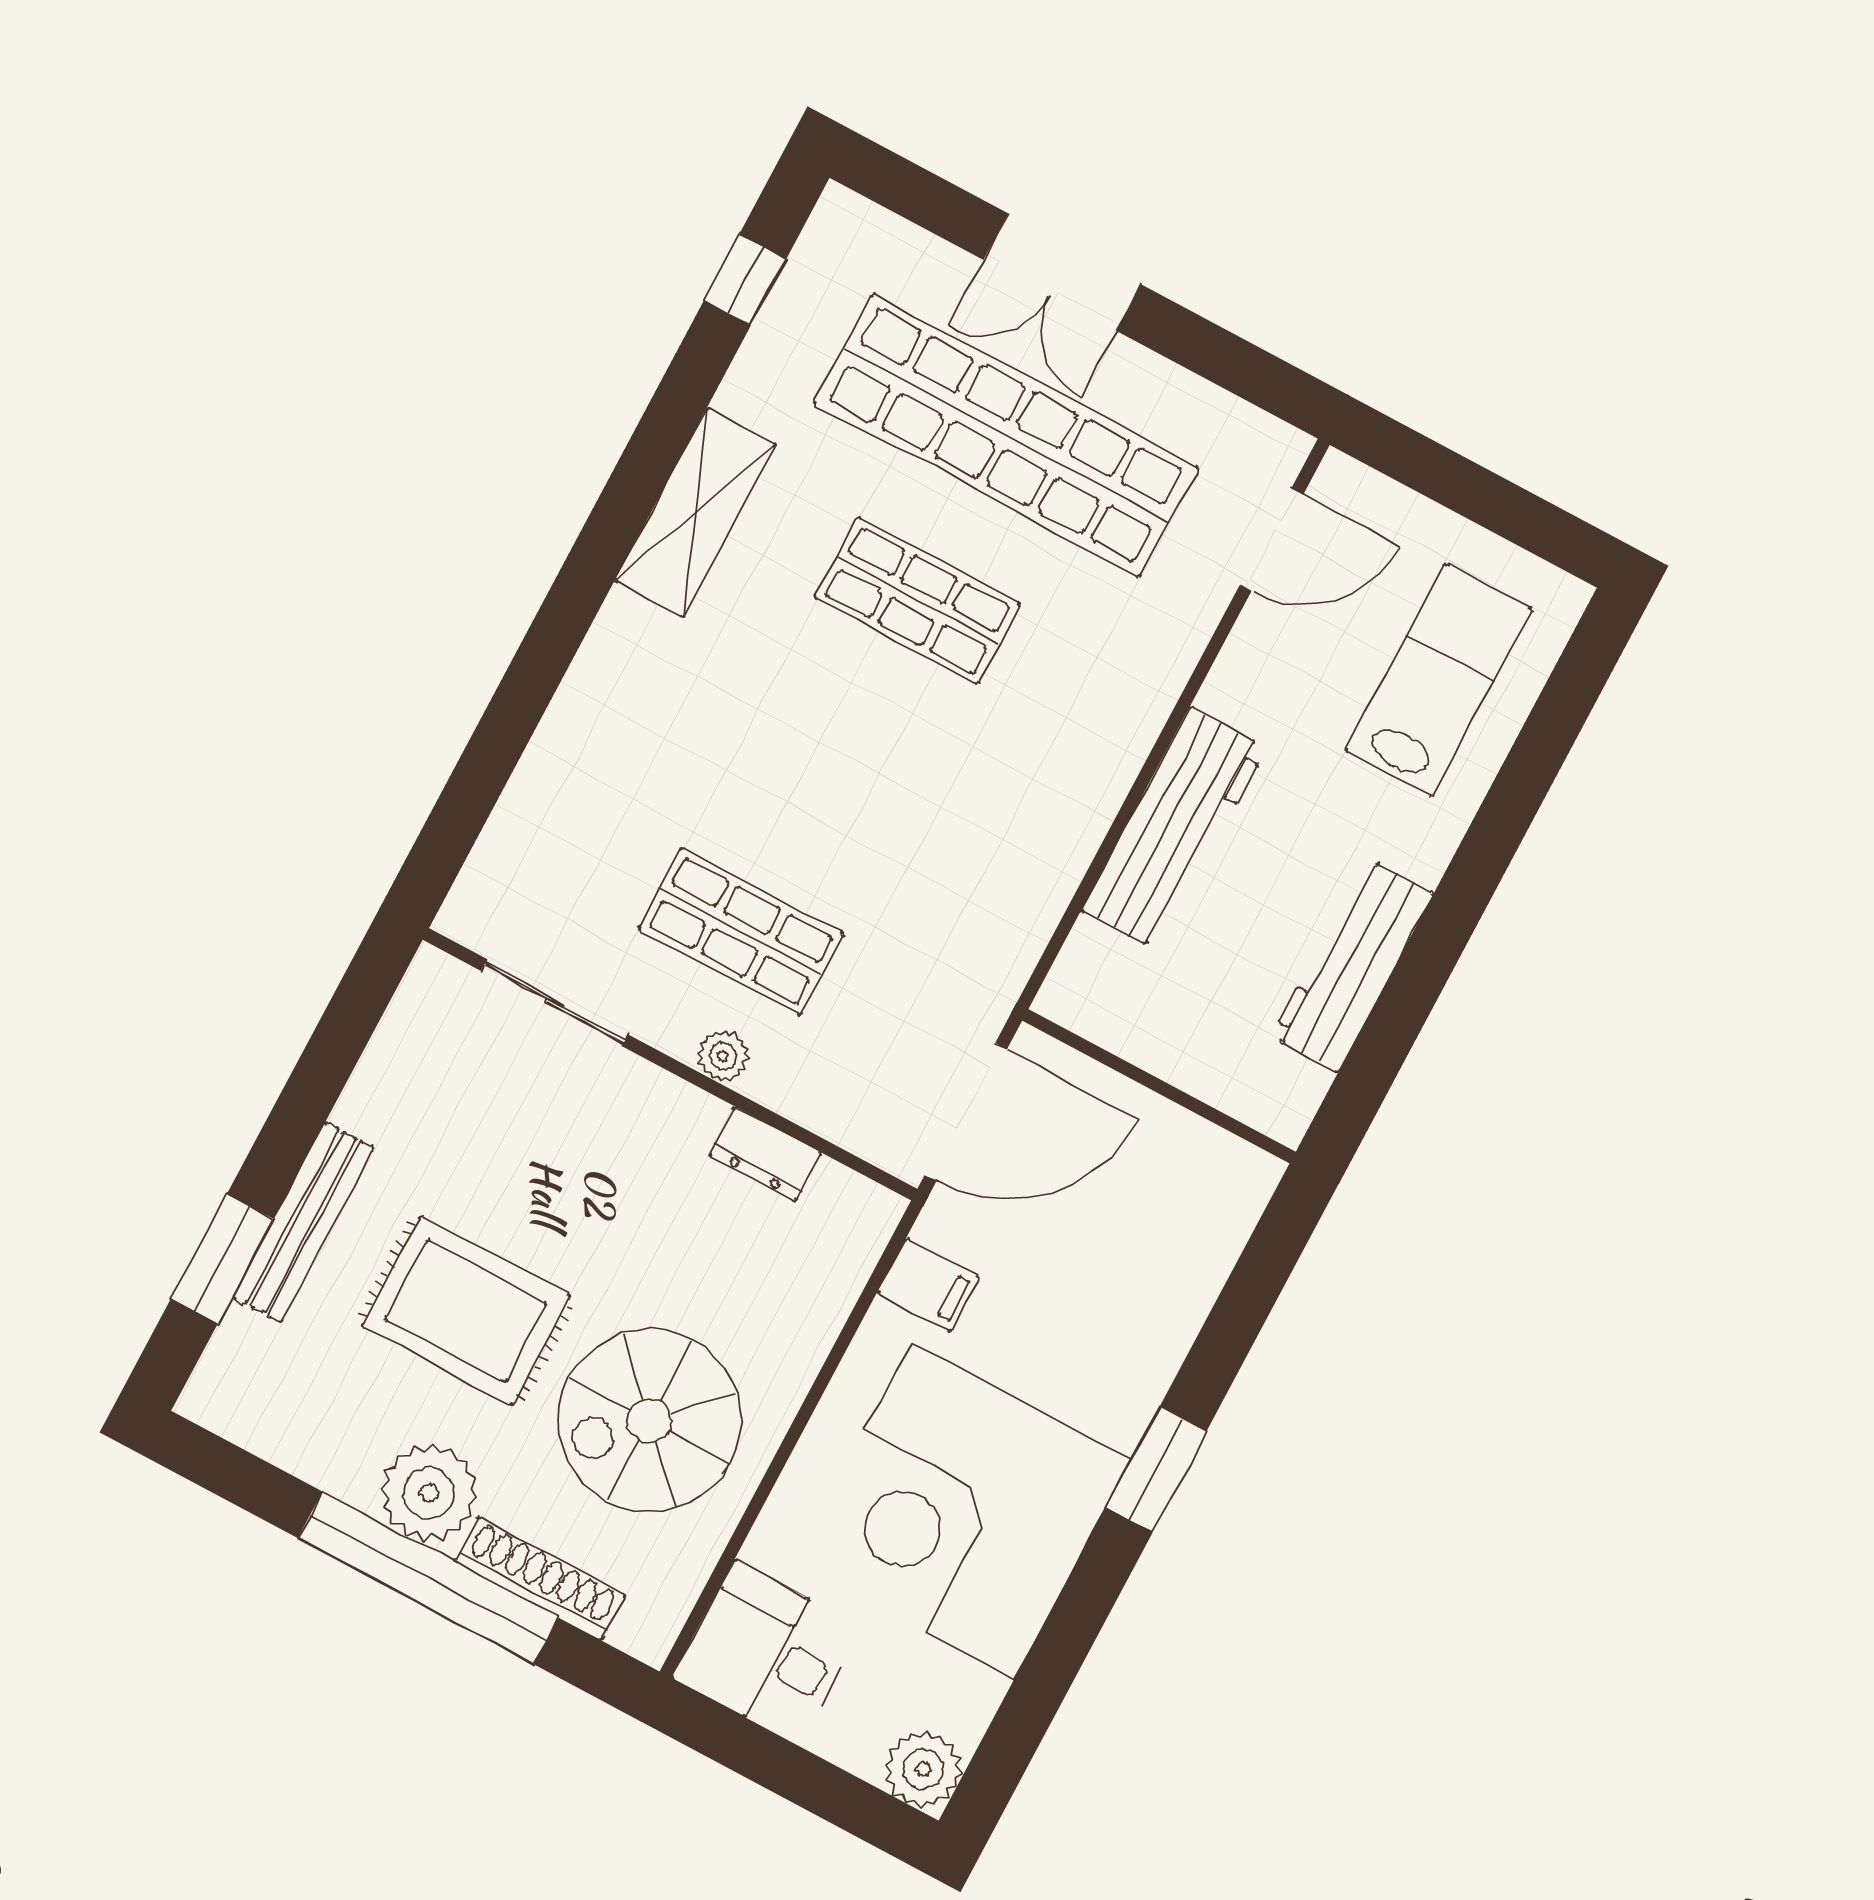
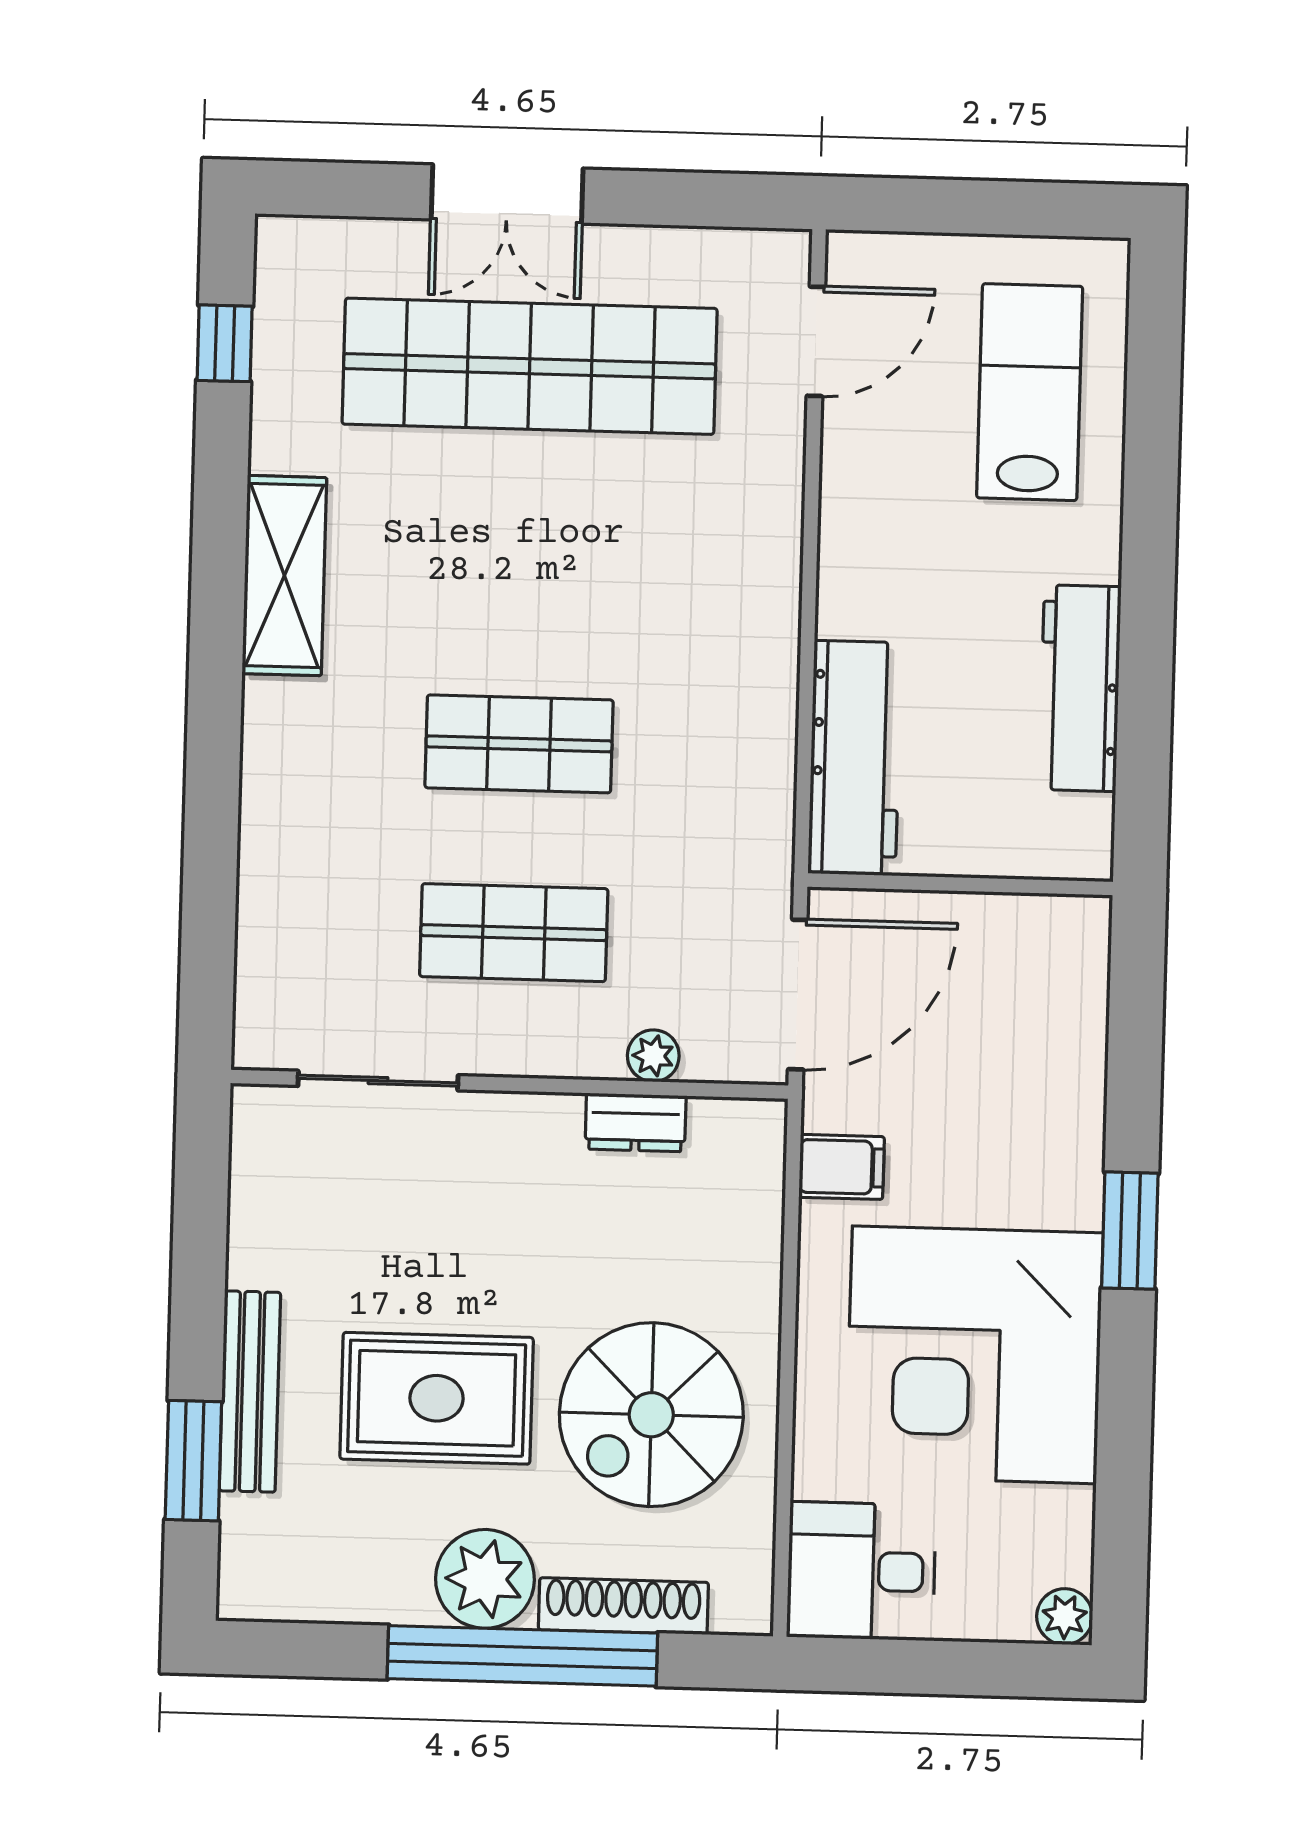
shop shelf: (918, 601) -> (519, 744), moved
workbench: (1174, 829) -> (855, 758), moved
plant: (723, 1056) -> (653, 1056), moved
plant: (923, 1769) -> (1065, 1617), width x0.73, depth x0.73

